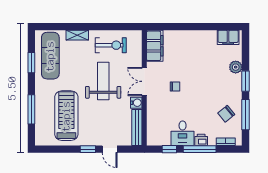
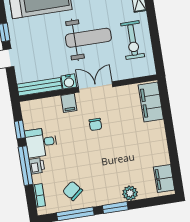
filing cabinet: (155, 46) -> (151, 102), moved, turned 90
filing cabinet: (154, 105) -> (69, 103), added

